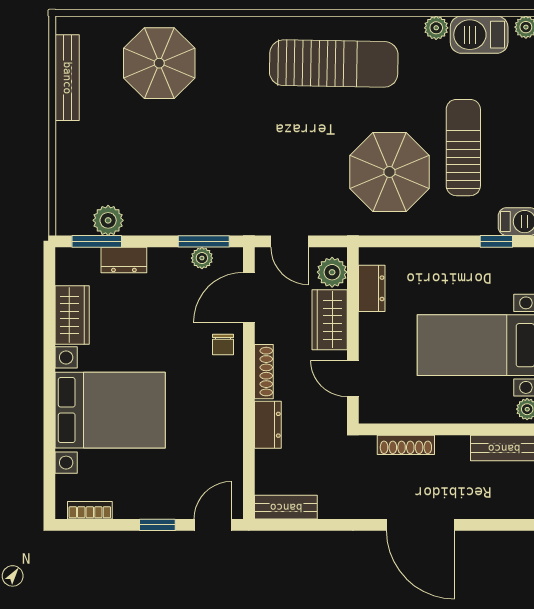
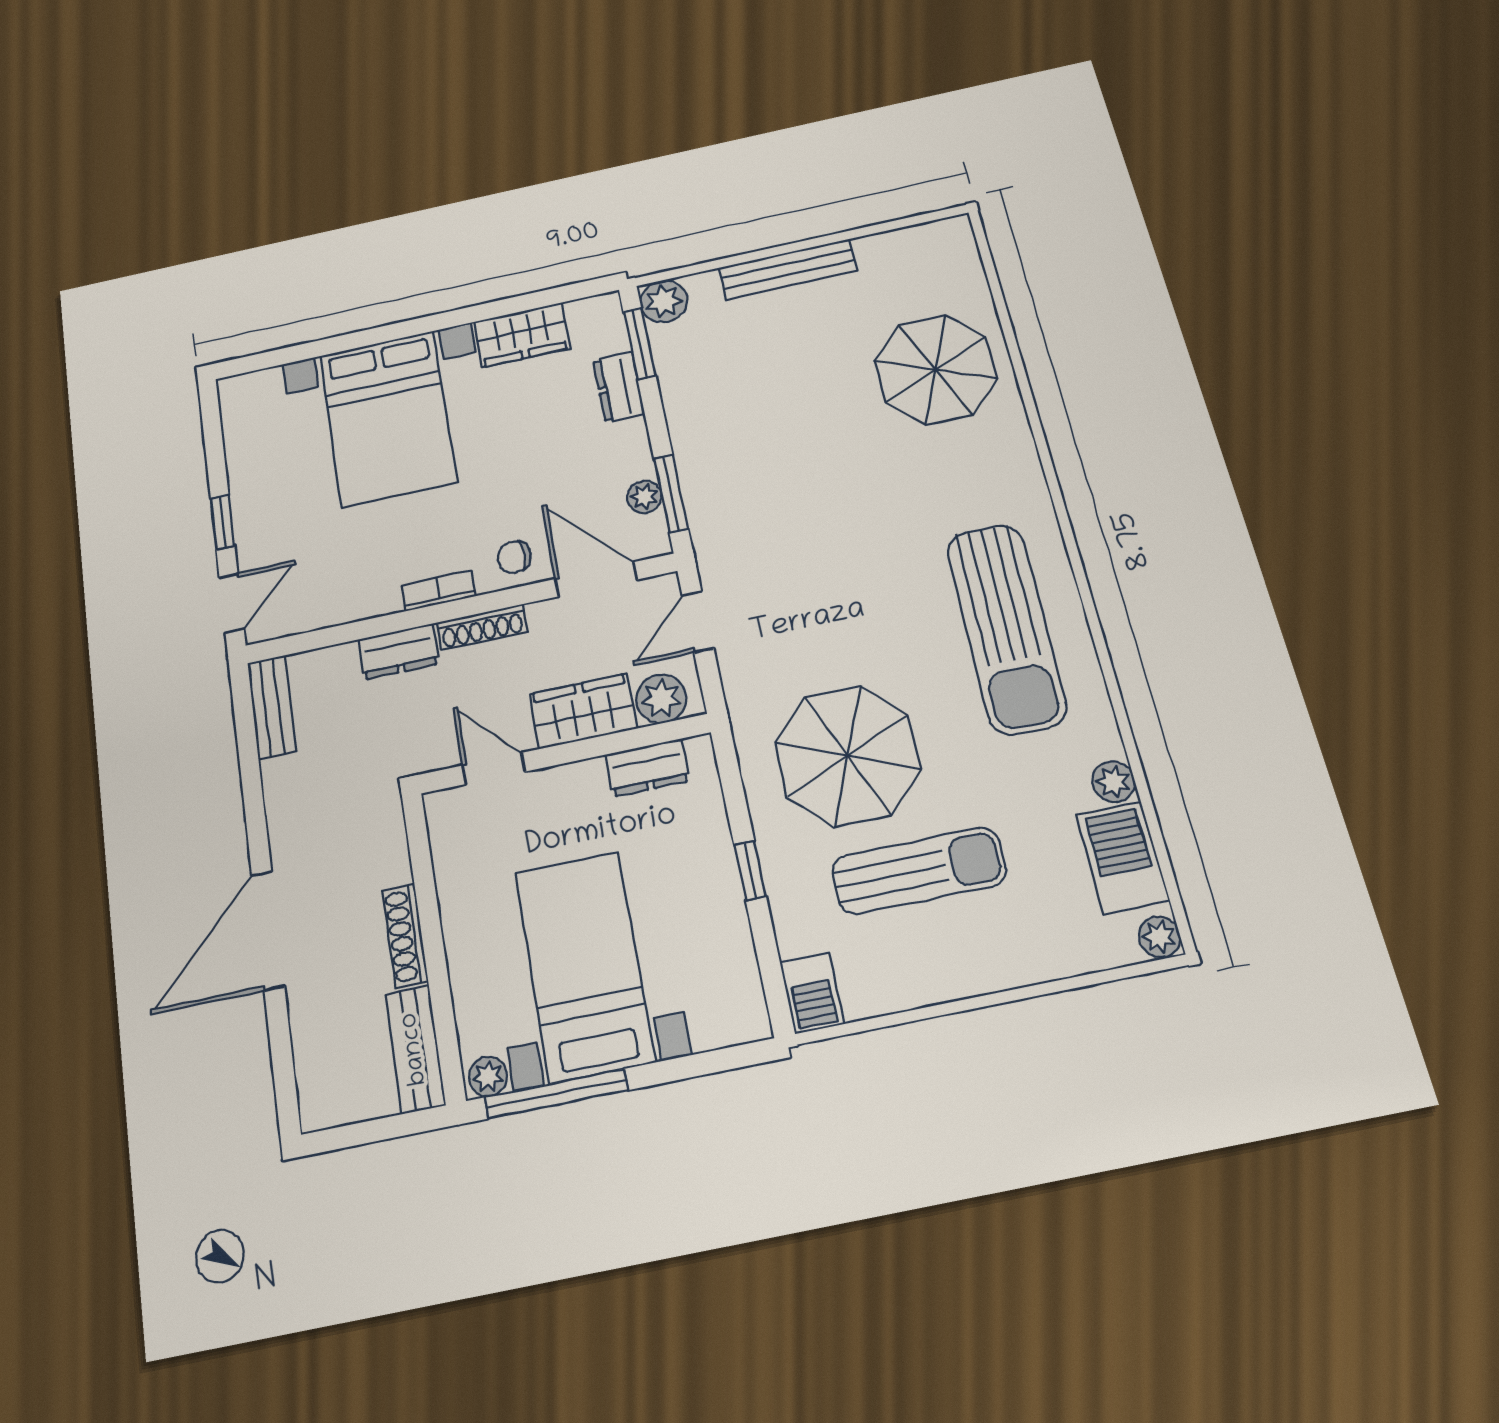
bench: (67, 78) -> (788, 269), moved
plant: (108, 220) -> (664, 301), moved
window: (496, 241) -> (750, 870), moved
door: (353, 378) -> (493, 769), hinge flipped
shoe rack: (406, 445) -> (405, 936), moved
bookcase: (90, 510) -> (439, 590), moved, turned -90
door: (213, 525) -> (232, 603), hinge flipped

